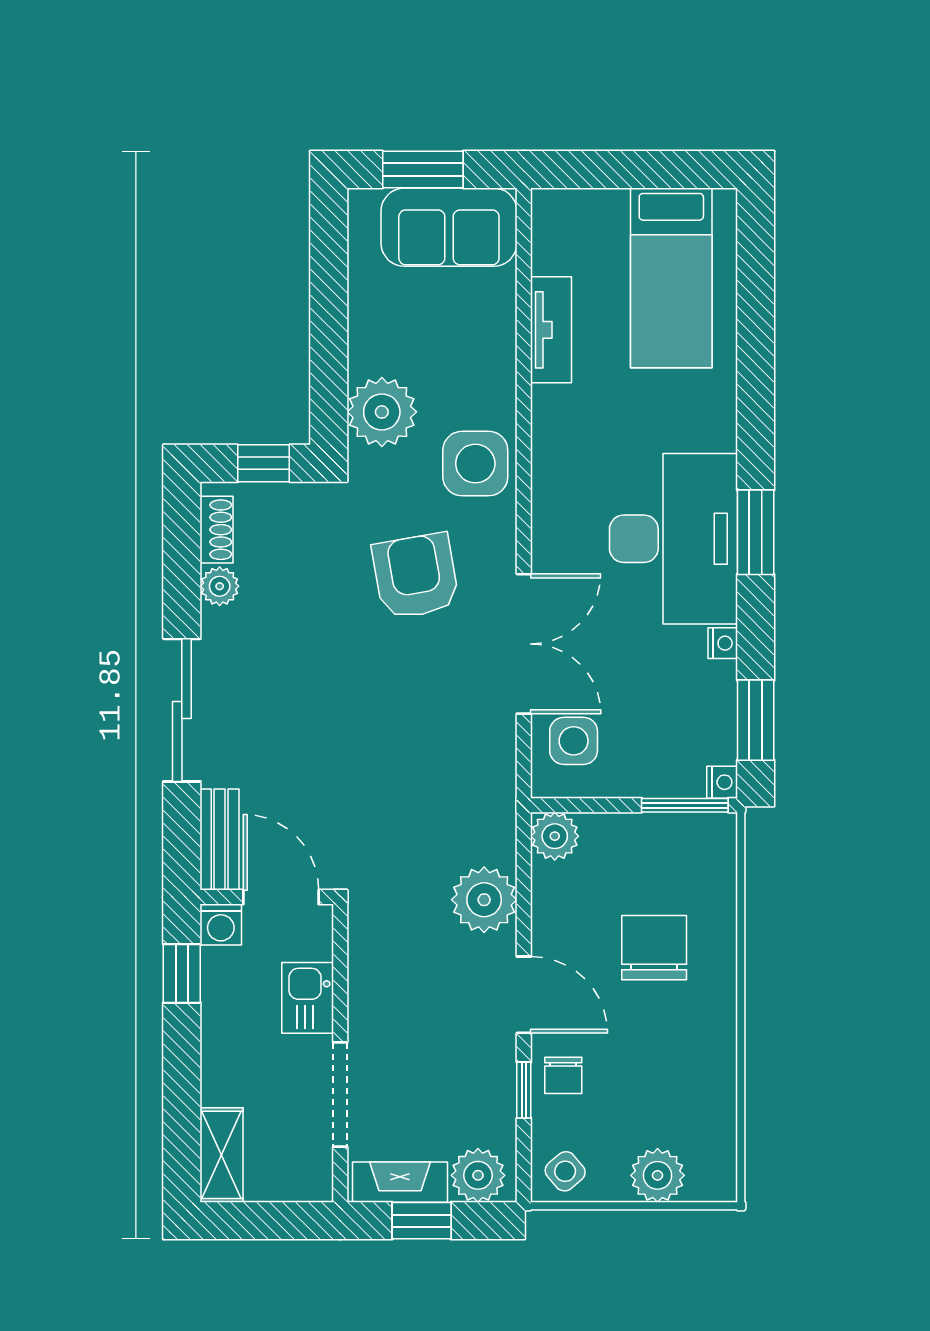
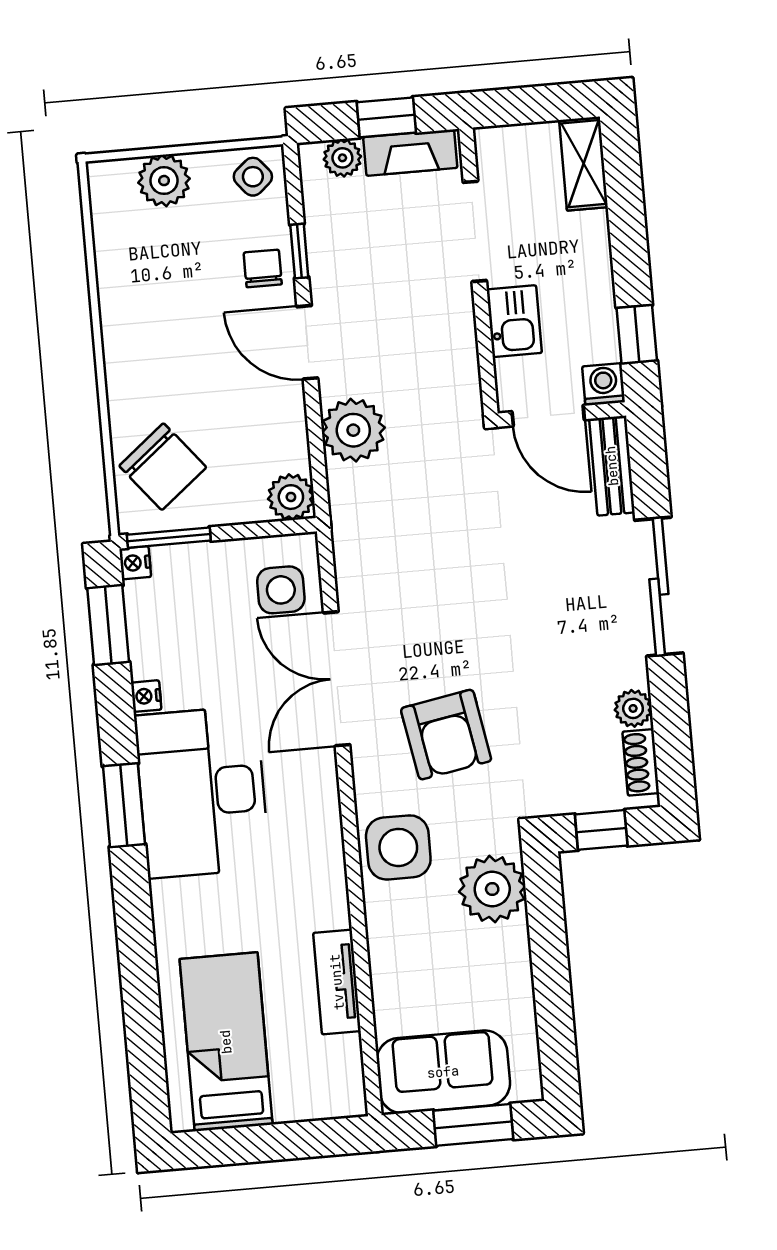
chair: (654, 948) -> (163, 467), moved, turned -39
plant: (478, 1175) -> (342, 158), width x0.73, depth x0.73

